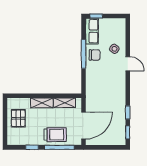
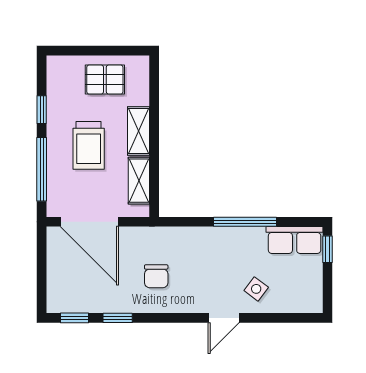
chair: (95, 55) -> (156, 276), moved
trolley: (55, 135) -> (89, 145), moved

